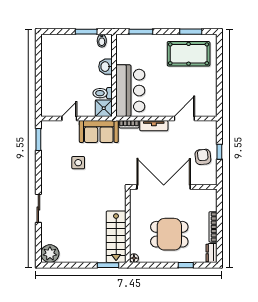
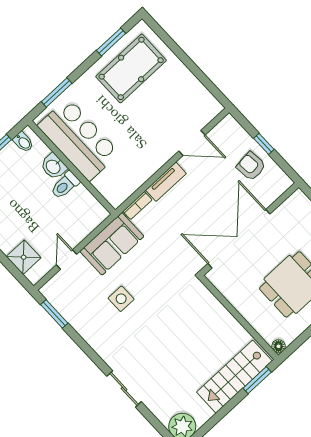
bar counter: (130, 91) -> (79, 139), moved
toilet: (103, 93) -> (65, 185), moved
shower: (104, 108) -> (24, 257), moved
door: (184, 118) -> (192, 143), swing flipped
stairs: (116, 237) -> (234, 377), moved, turned 90

